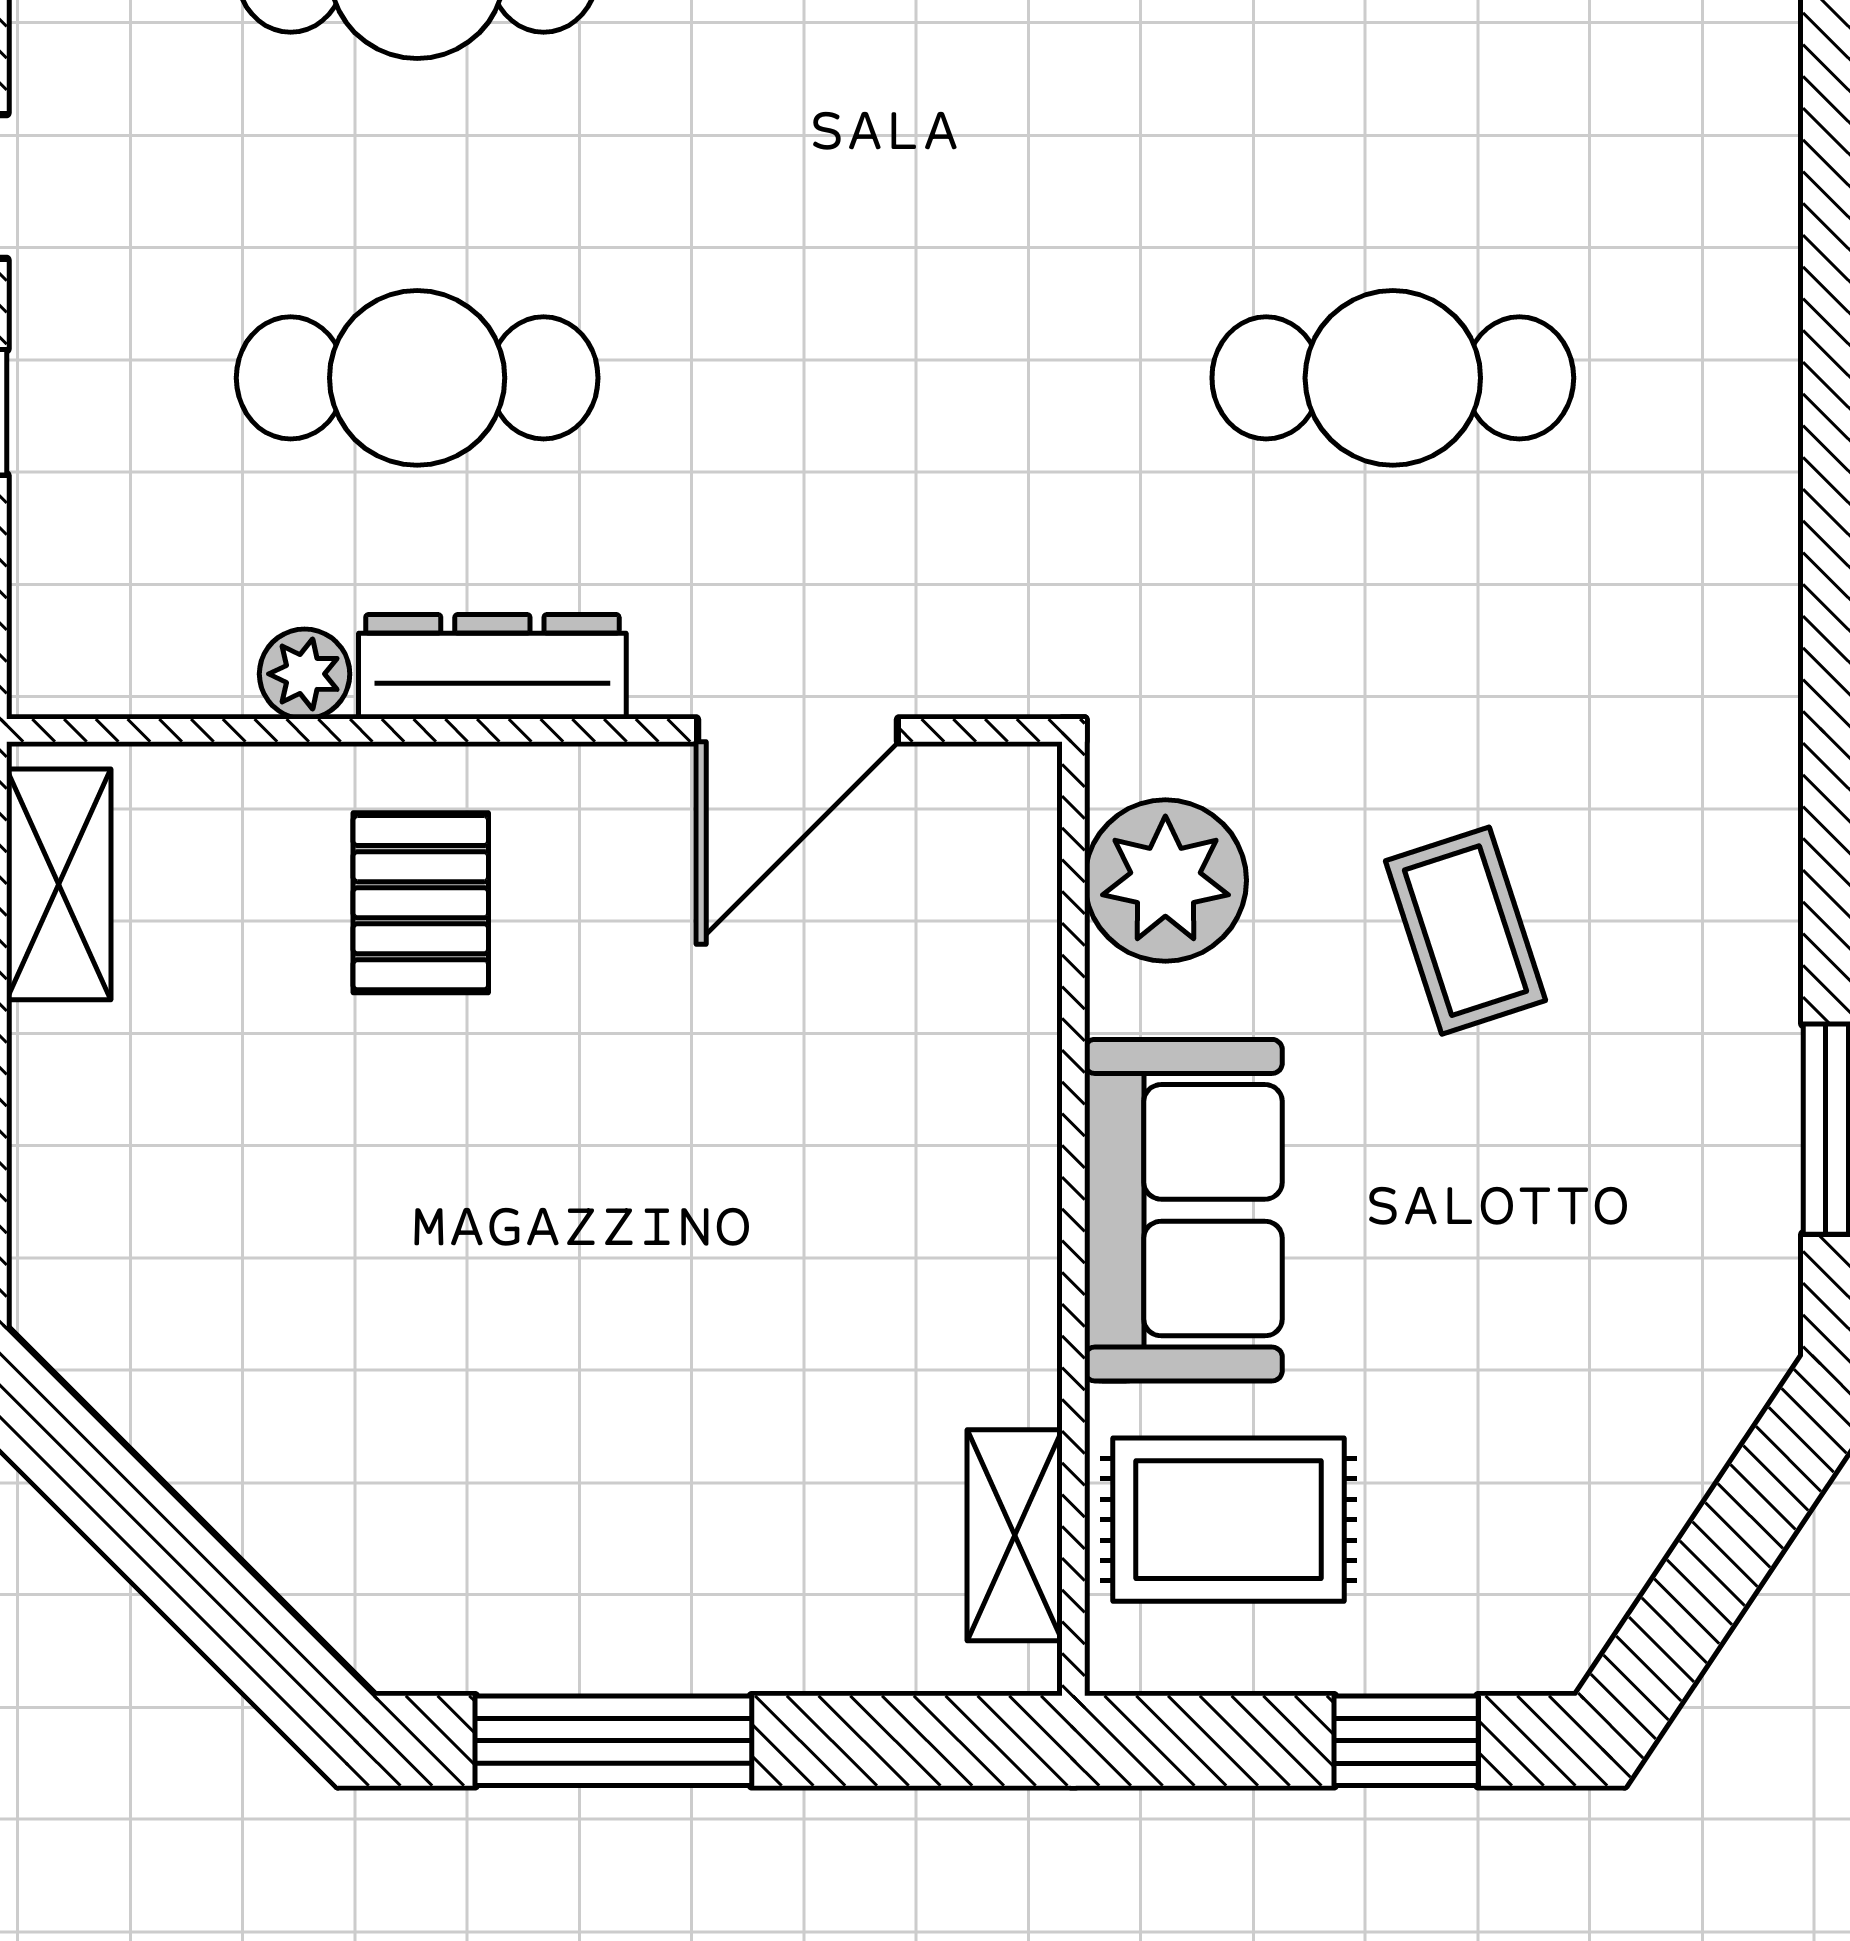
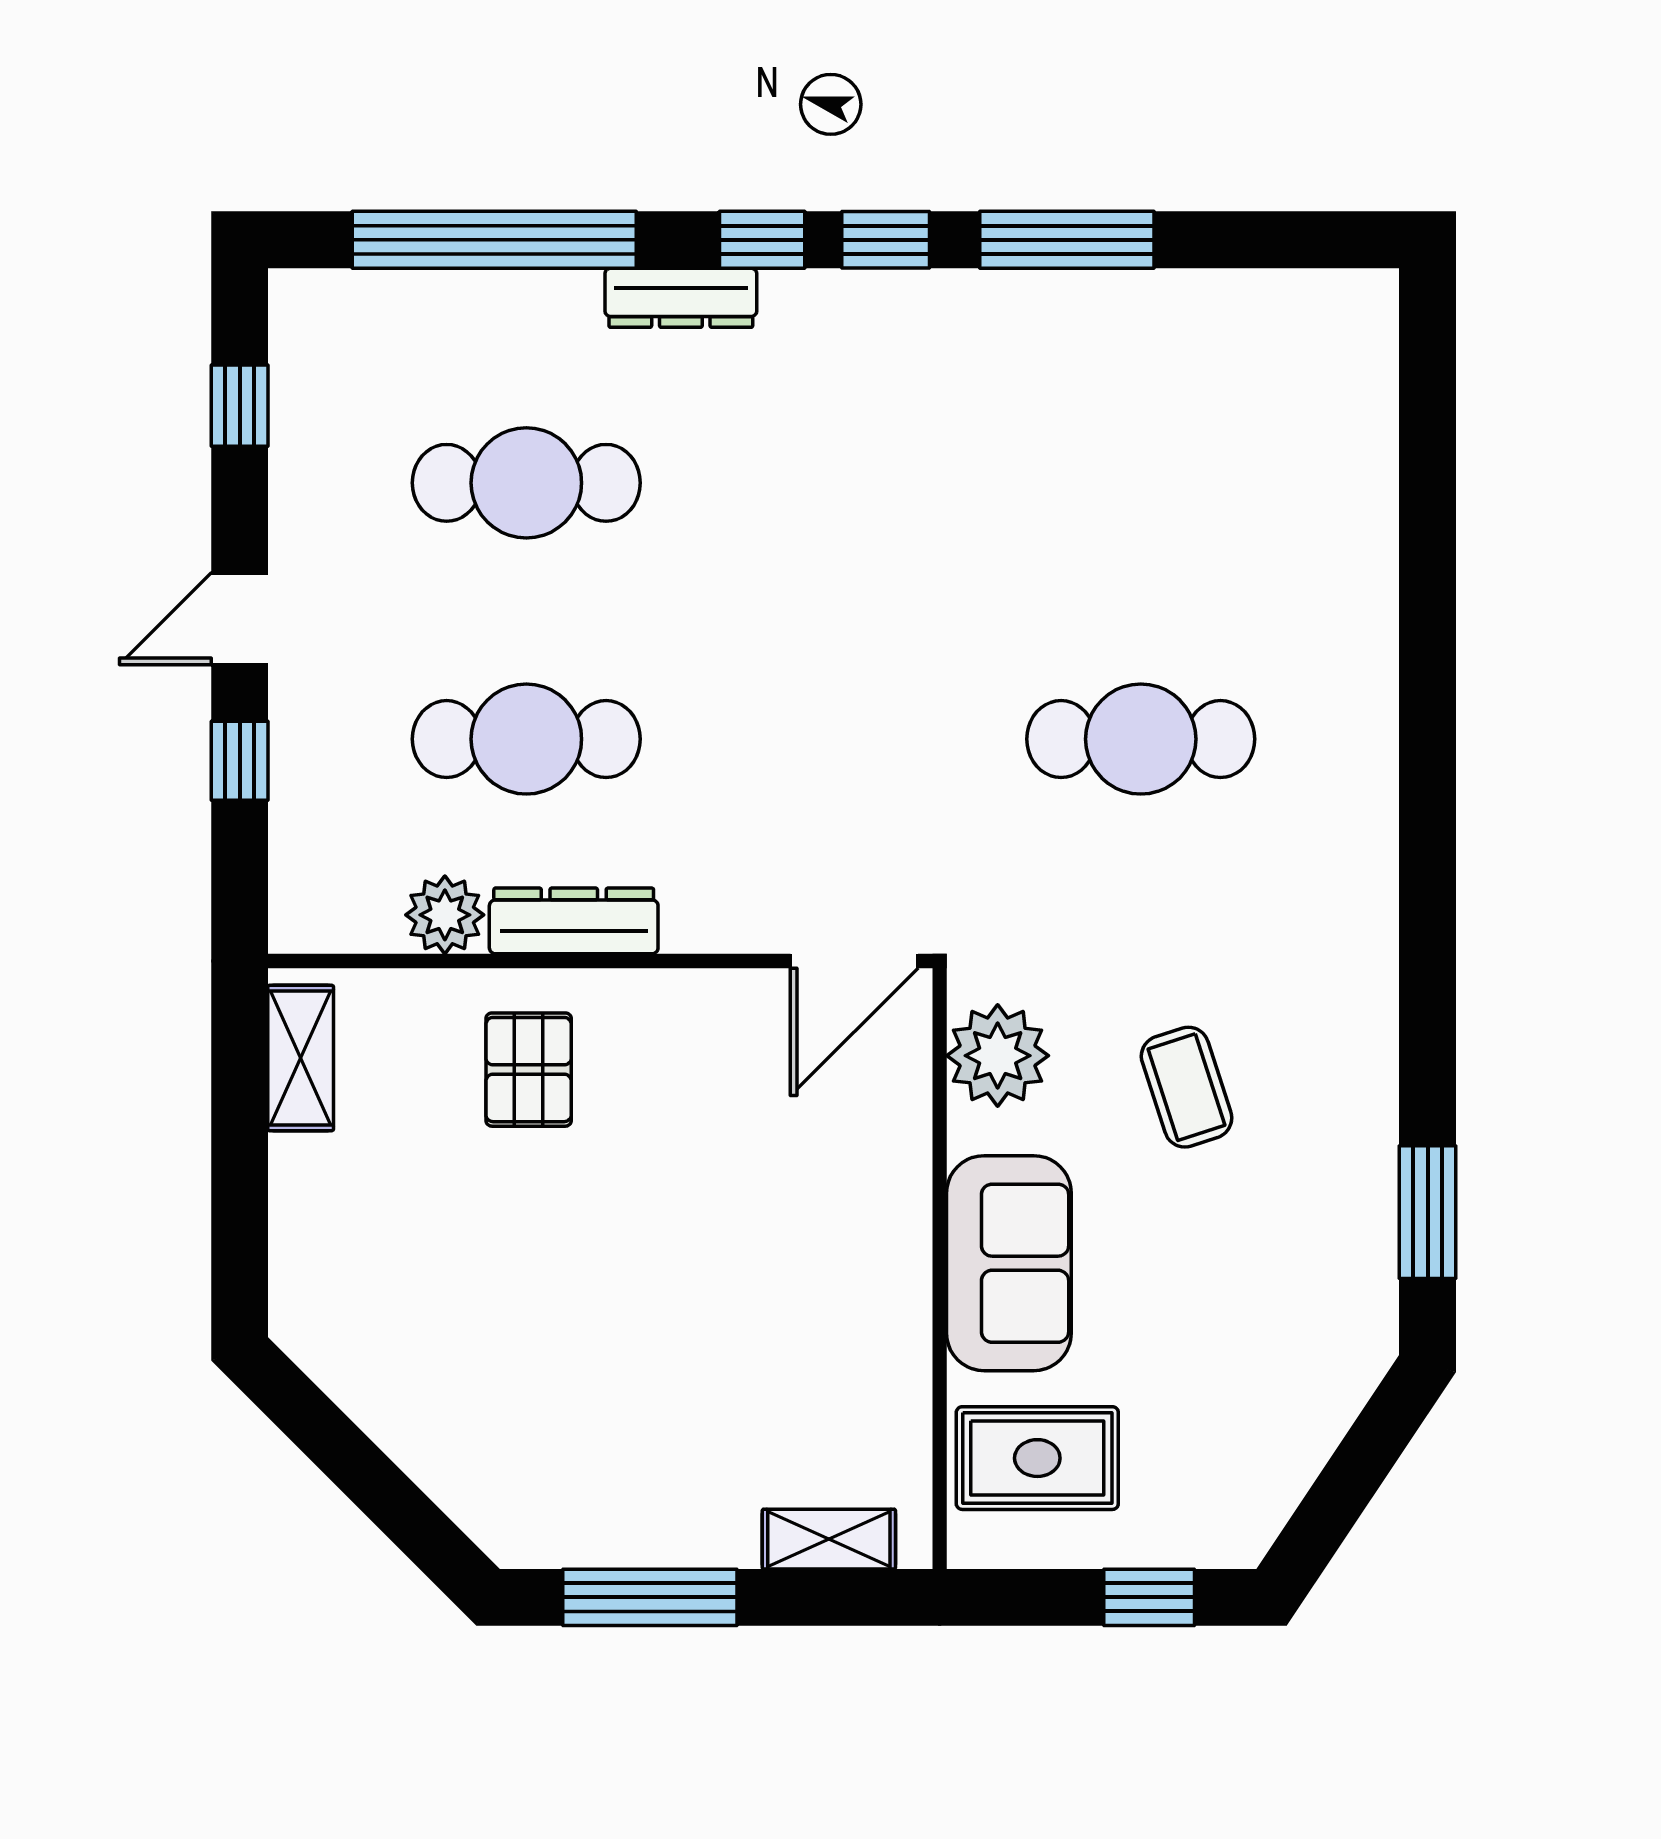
plant: (305, 674) -> (445, 915), width x1.38, depth x1.38
door: (797, 730) -> (854, 961), moved
shelving: (1015, 1535) -> (829, 1539), moved, turned 90

